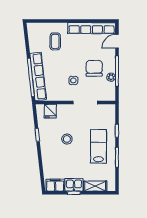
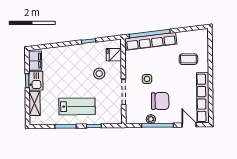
stool: (67, 139) -> (99, 74), moved

